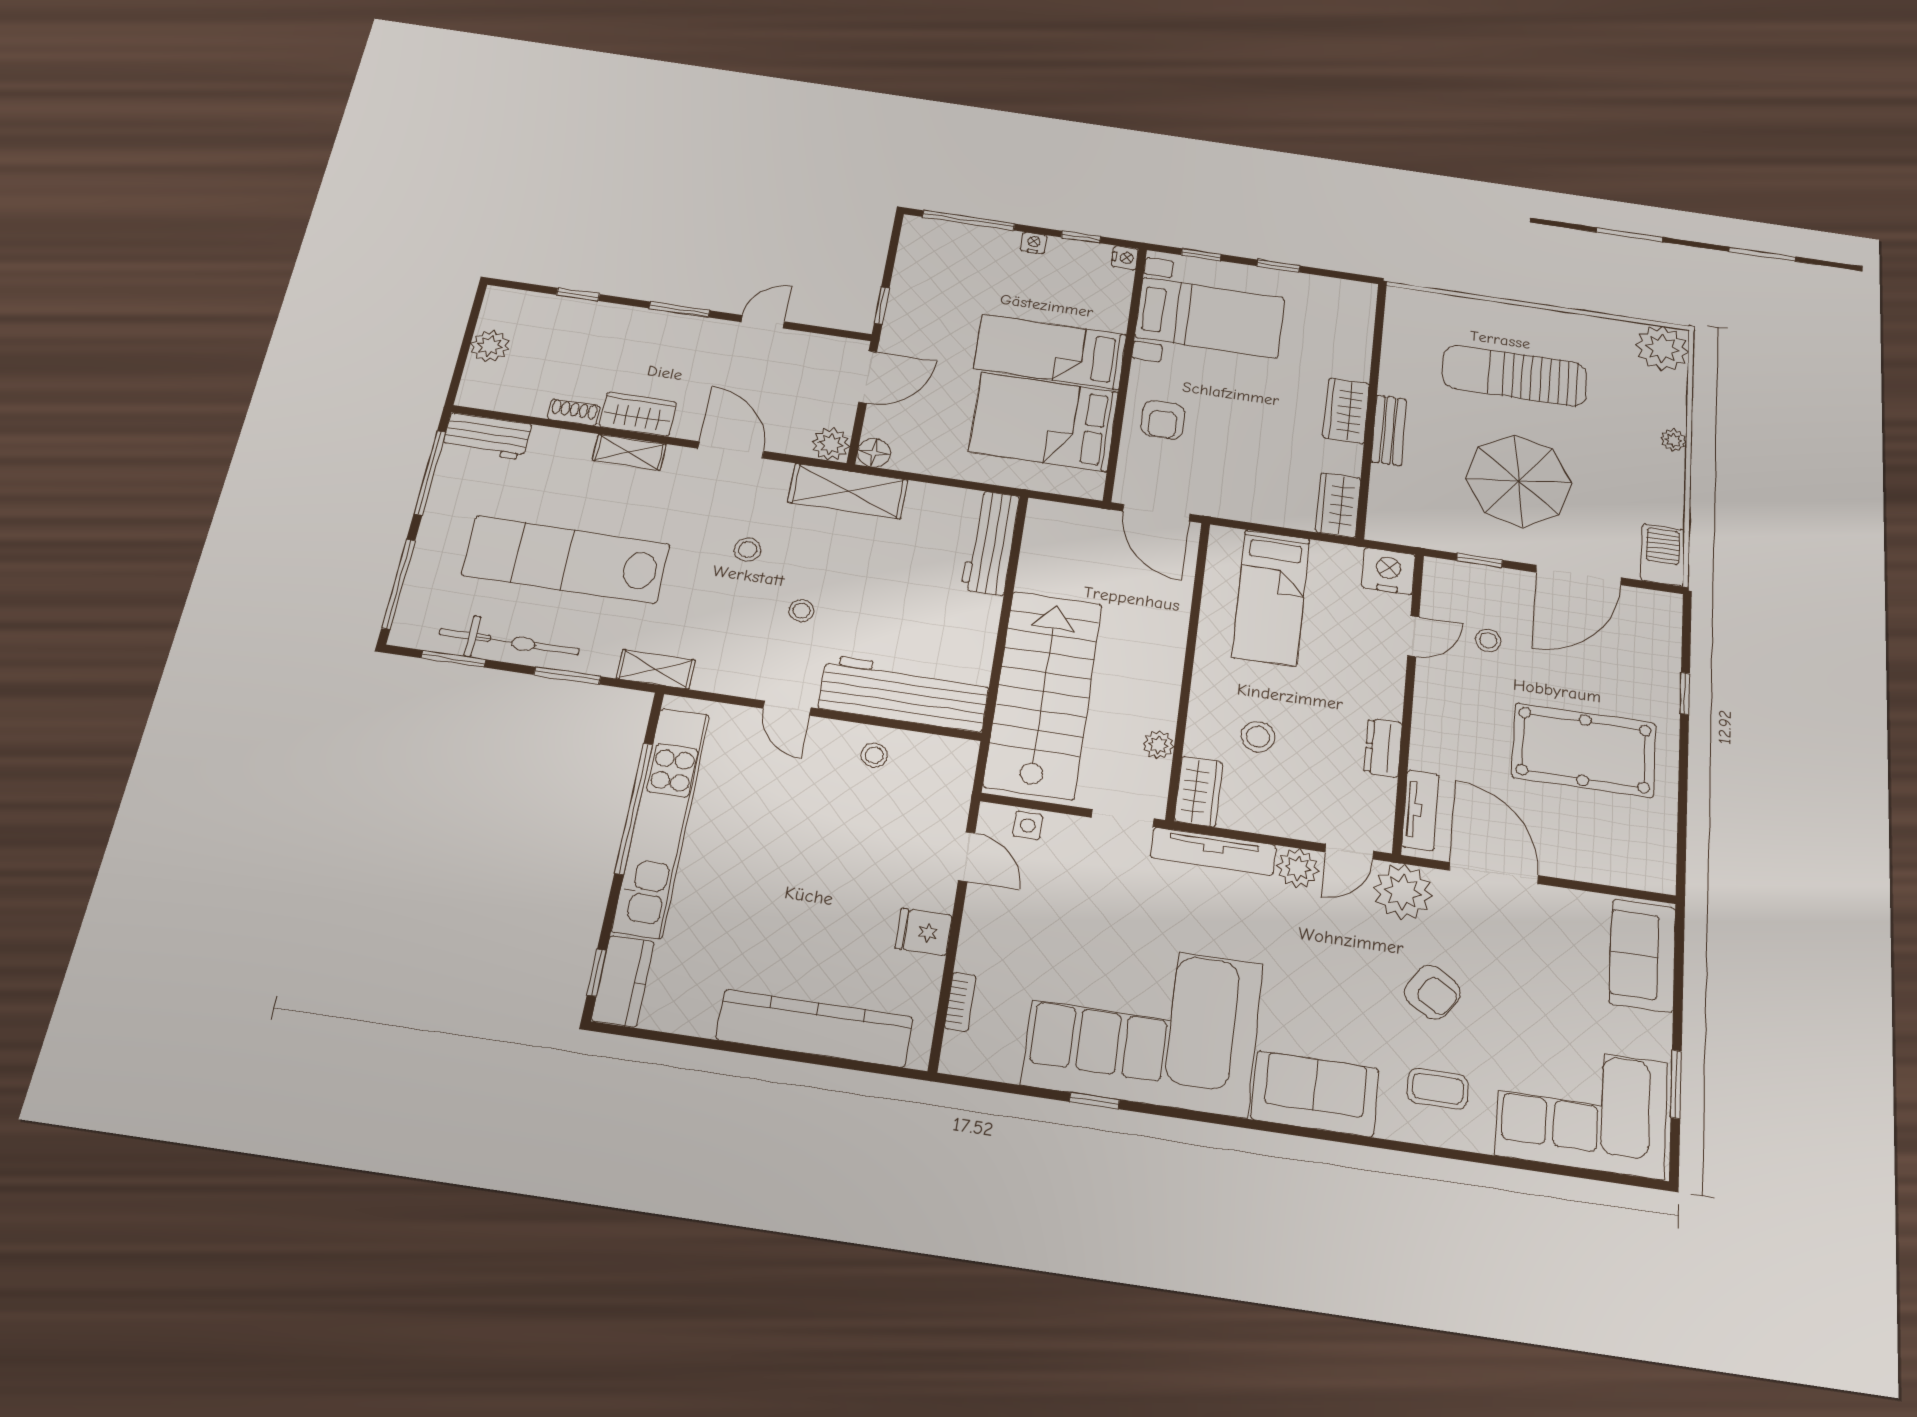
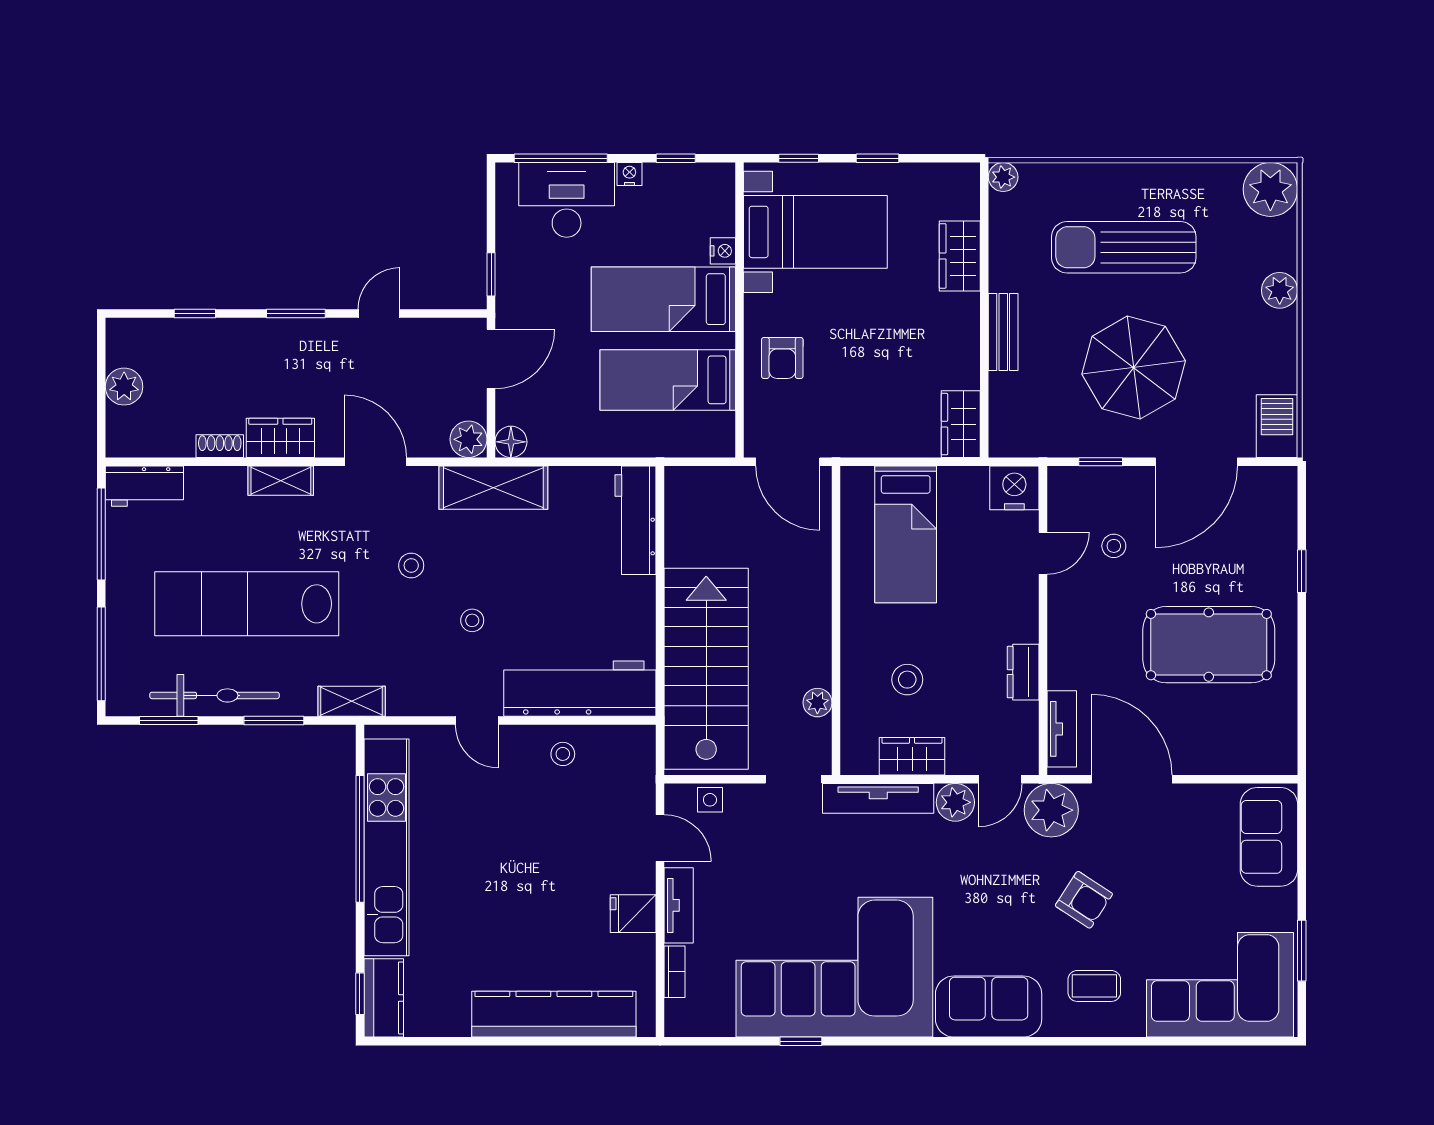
desk: (968, 255) -> (567, 200), added
nightstand: (1125, 258) -> (723, 251), moved
plant: (1400, 299) -> (1003, 177), added
wardrobe: (1346, 411) -> (960, 256), moved
bed: (1044, 422) -> (668, 380), width x0.67
plant: (1673, 440) -> (1280, 290), width x1.38, depth x1.38
wardrobe: (1199, 791) -> (912, 756), moved, turned -90
tv unit: (976, 931) -> (679, 905), added

